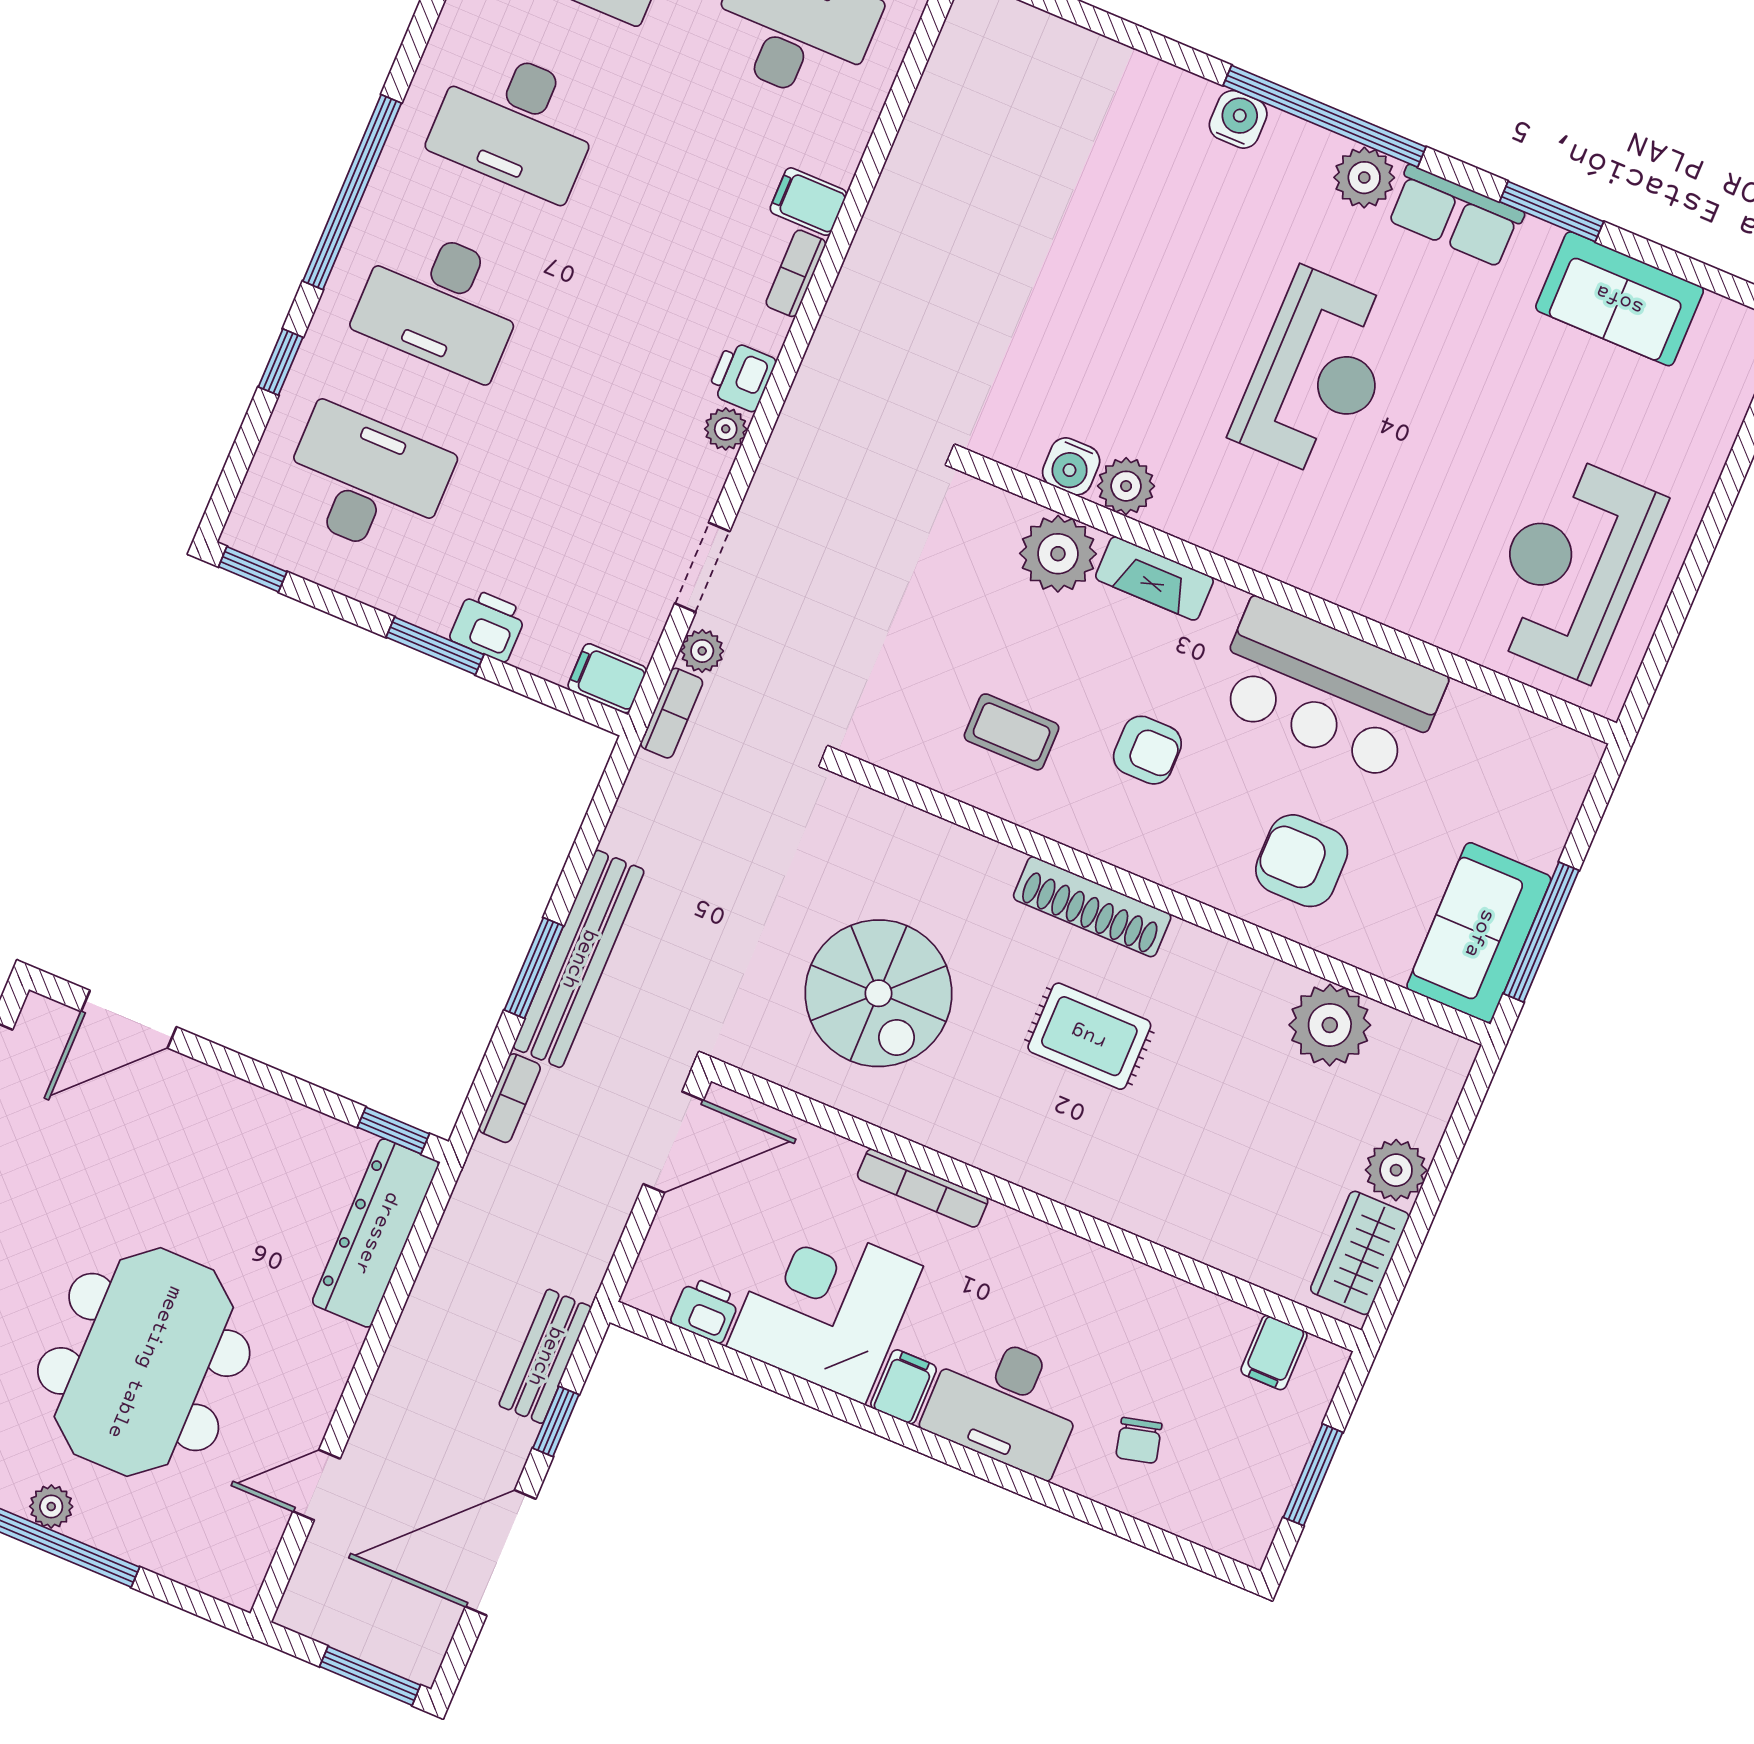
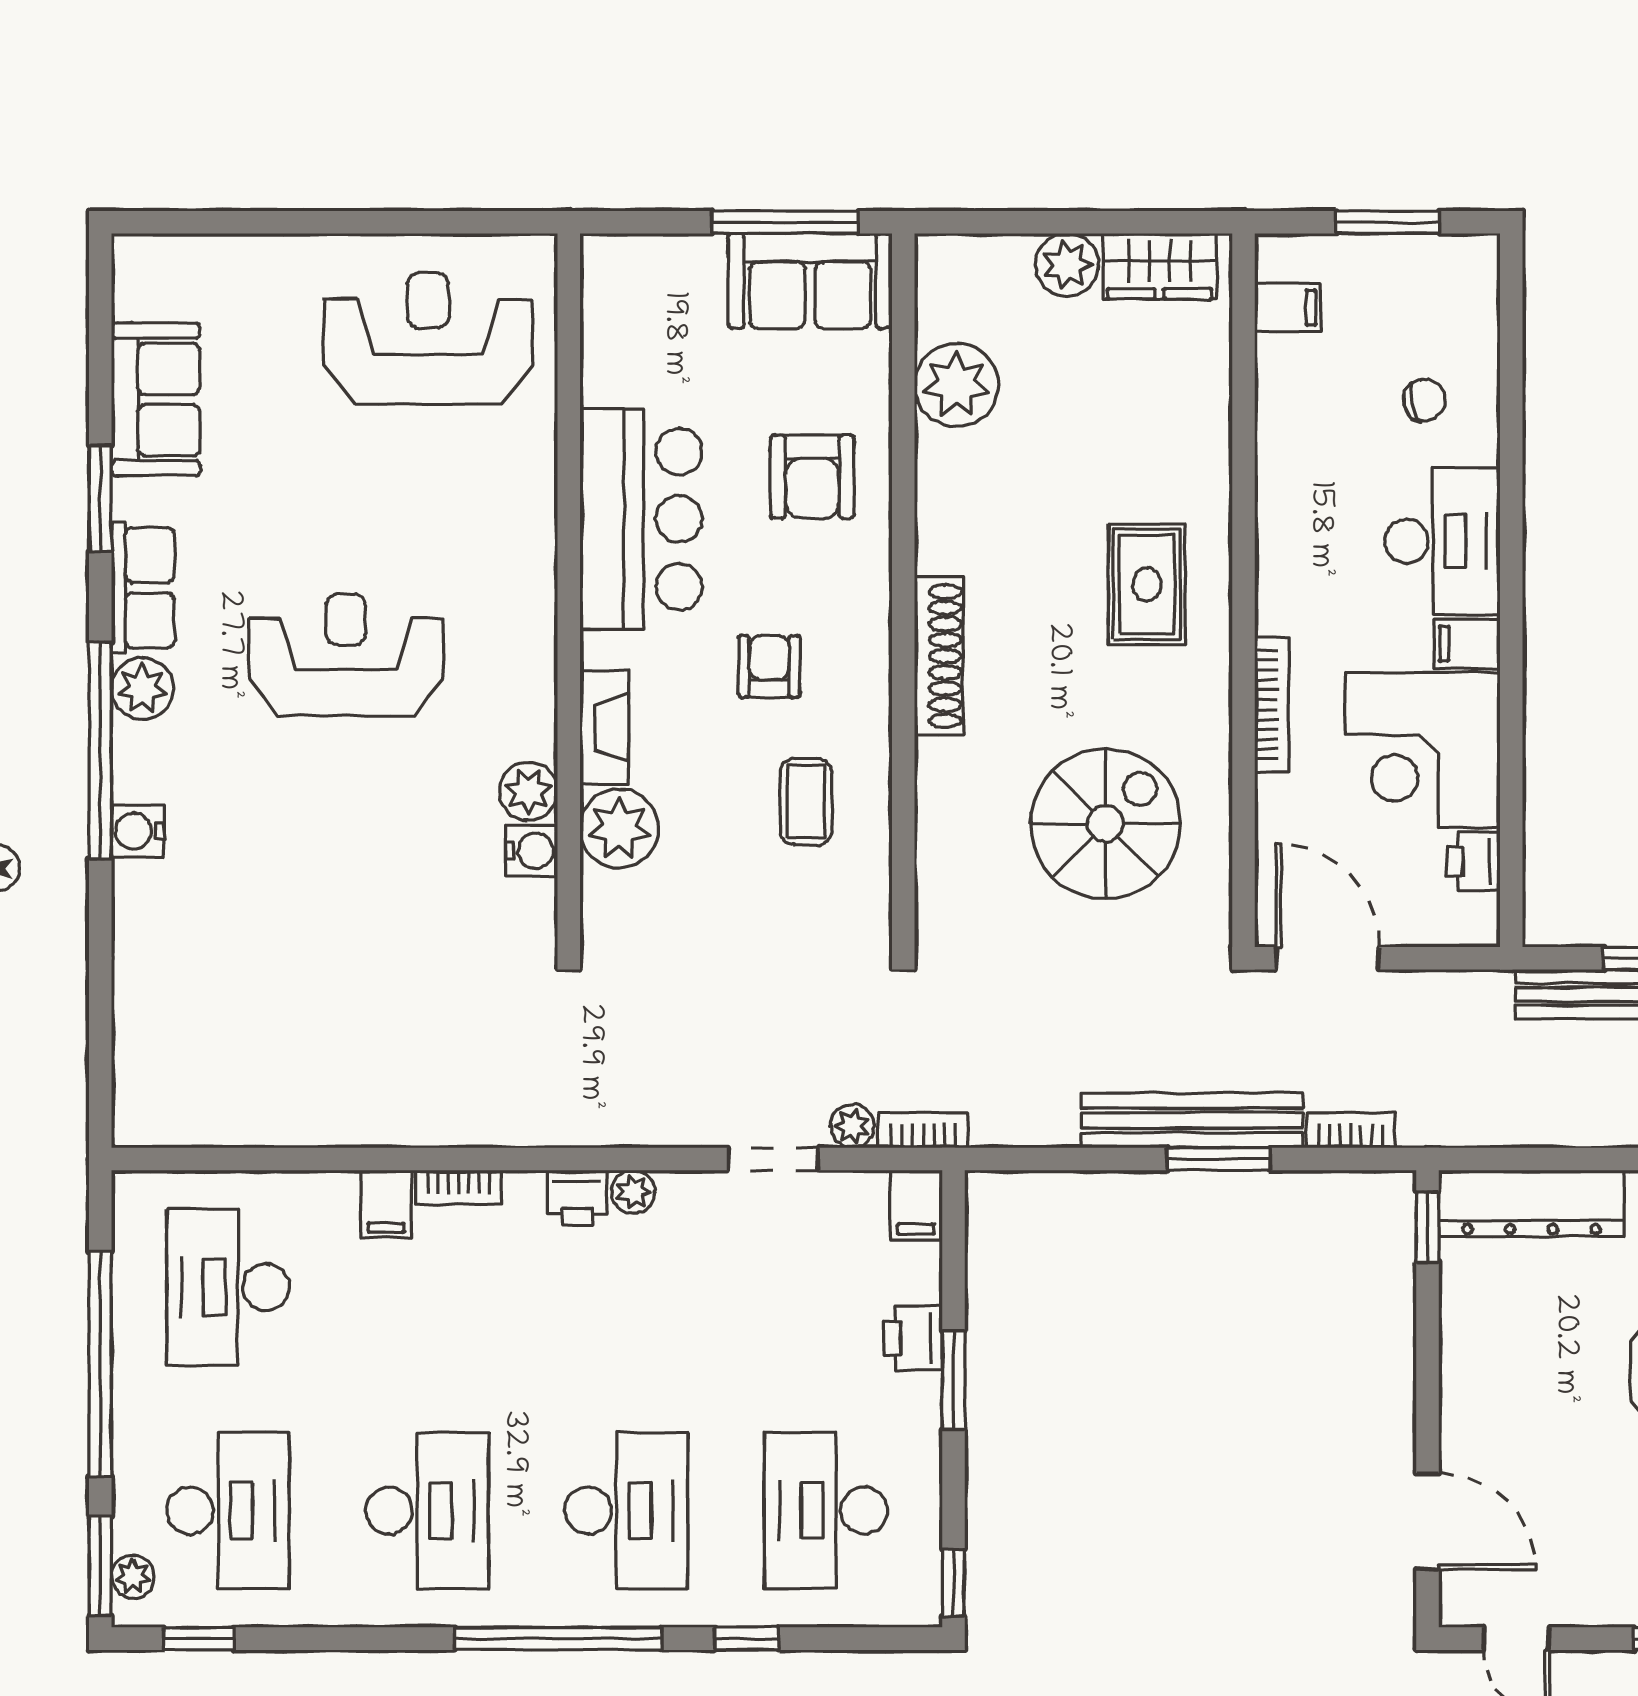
reception desk: (1571, 567) -> (428, 339), turned 180
rug: (1089, 1036) -> (1147, 584), moved

